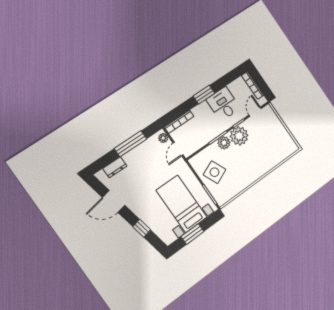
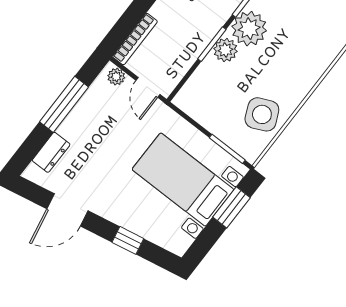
side table: (215, 172) -> (262, 114), moved
window: (192, 234) -> (232, 207), moved

